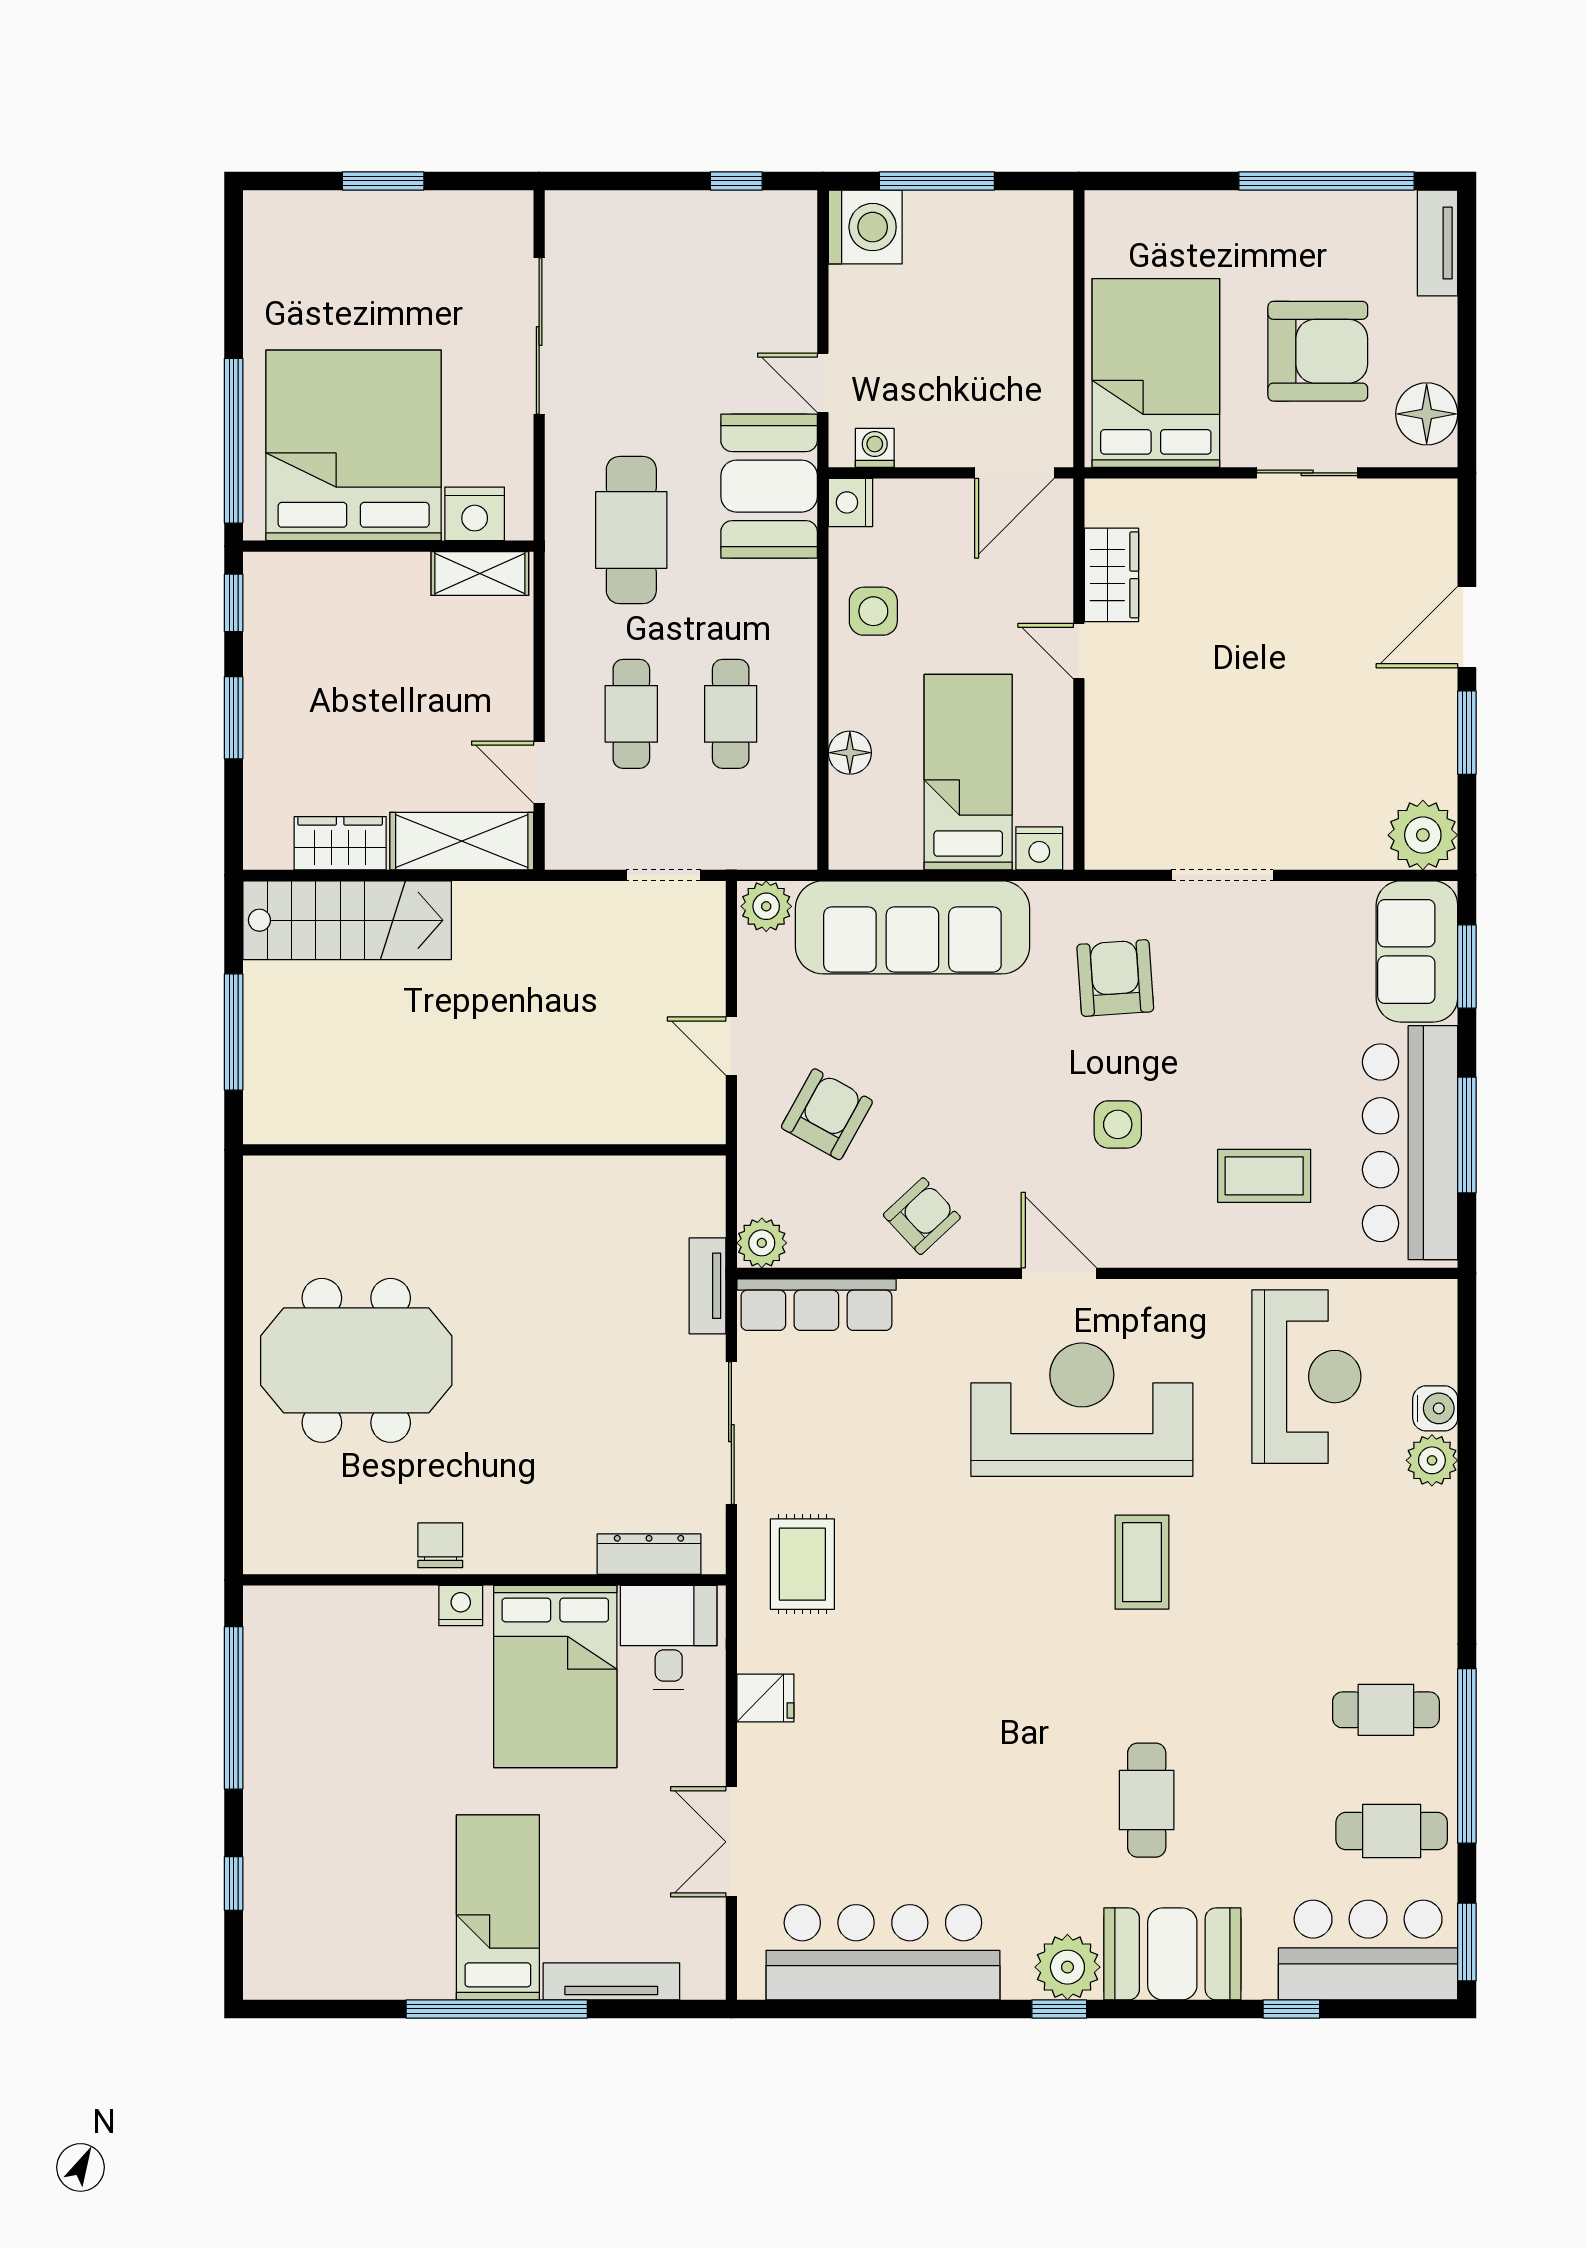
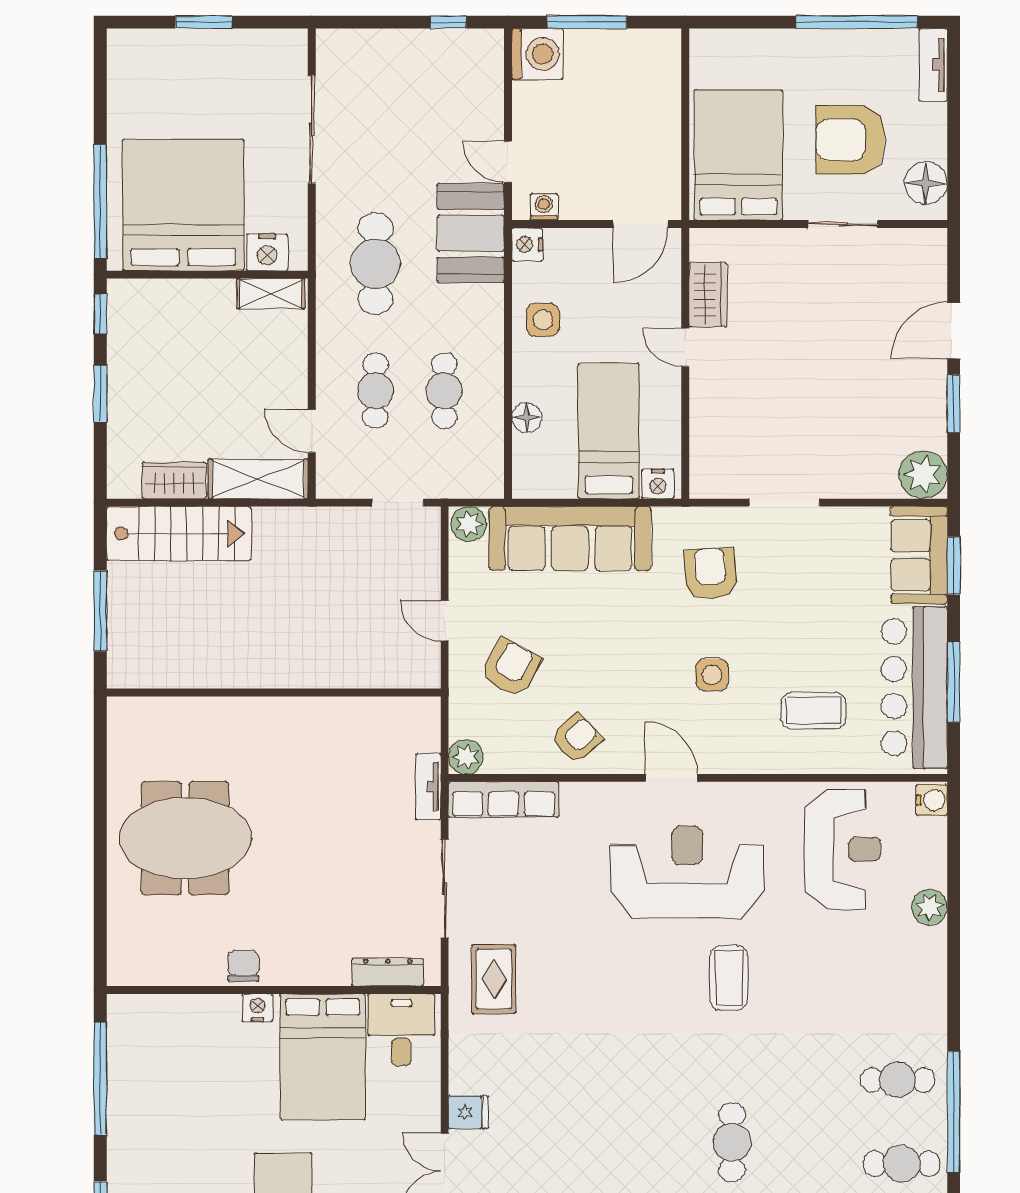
armchair: (1318, 351) -> (850, 140), turned 180
water cooler: (1435, 1408) -> (932, 800), moved
fridge: (765, 1698) -> (468, 1112), moved

